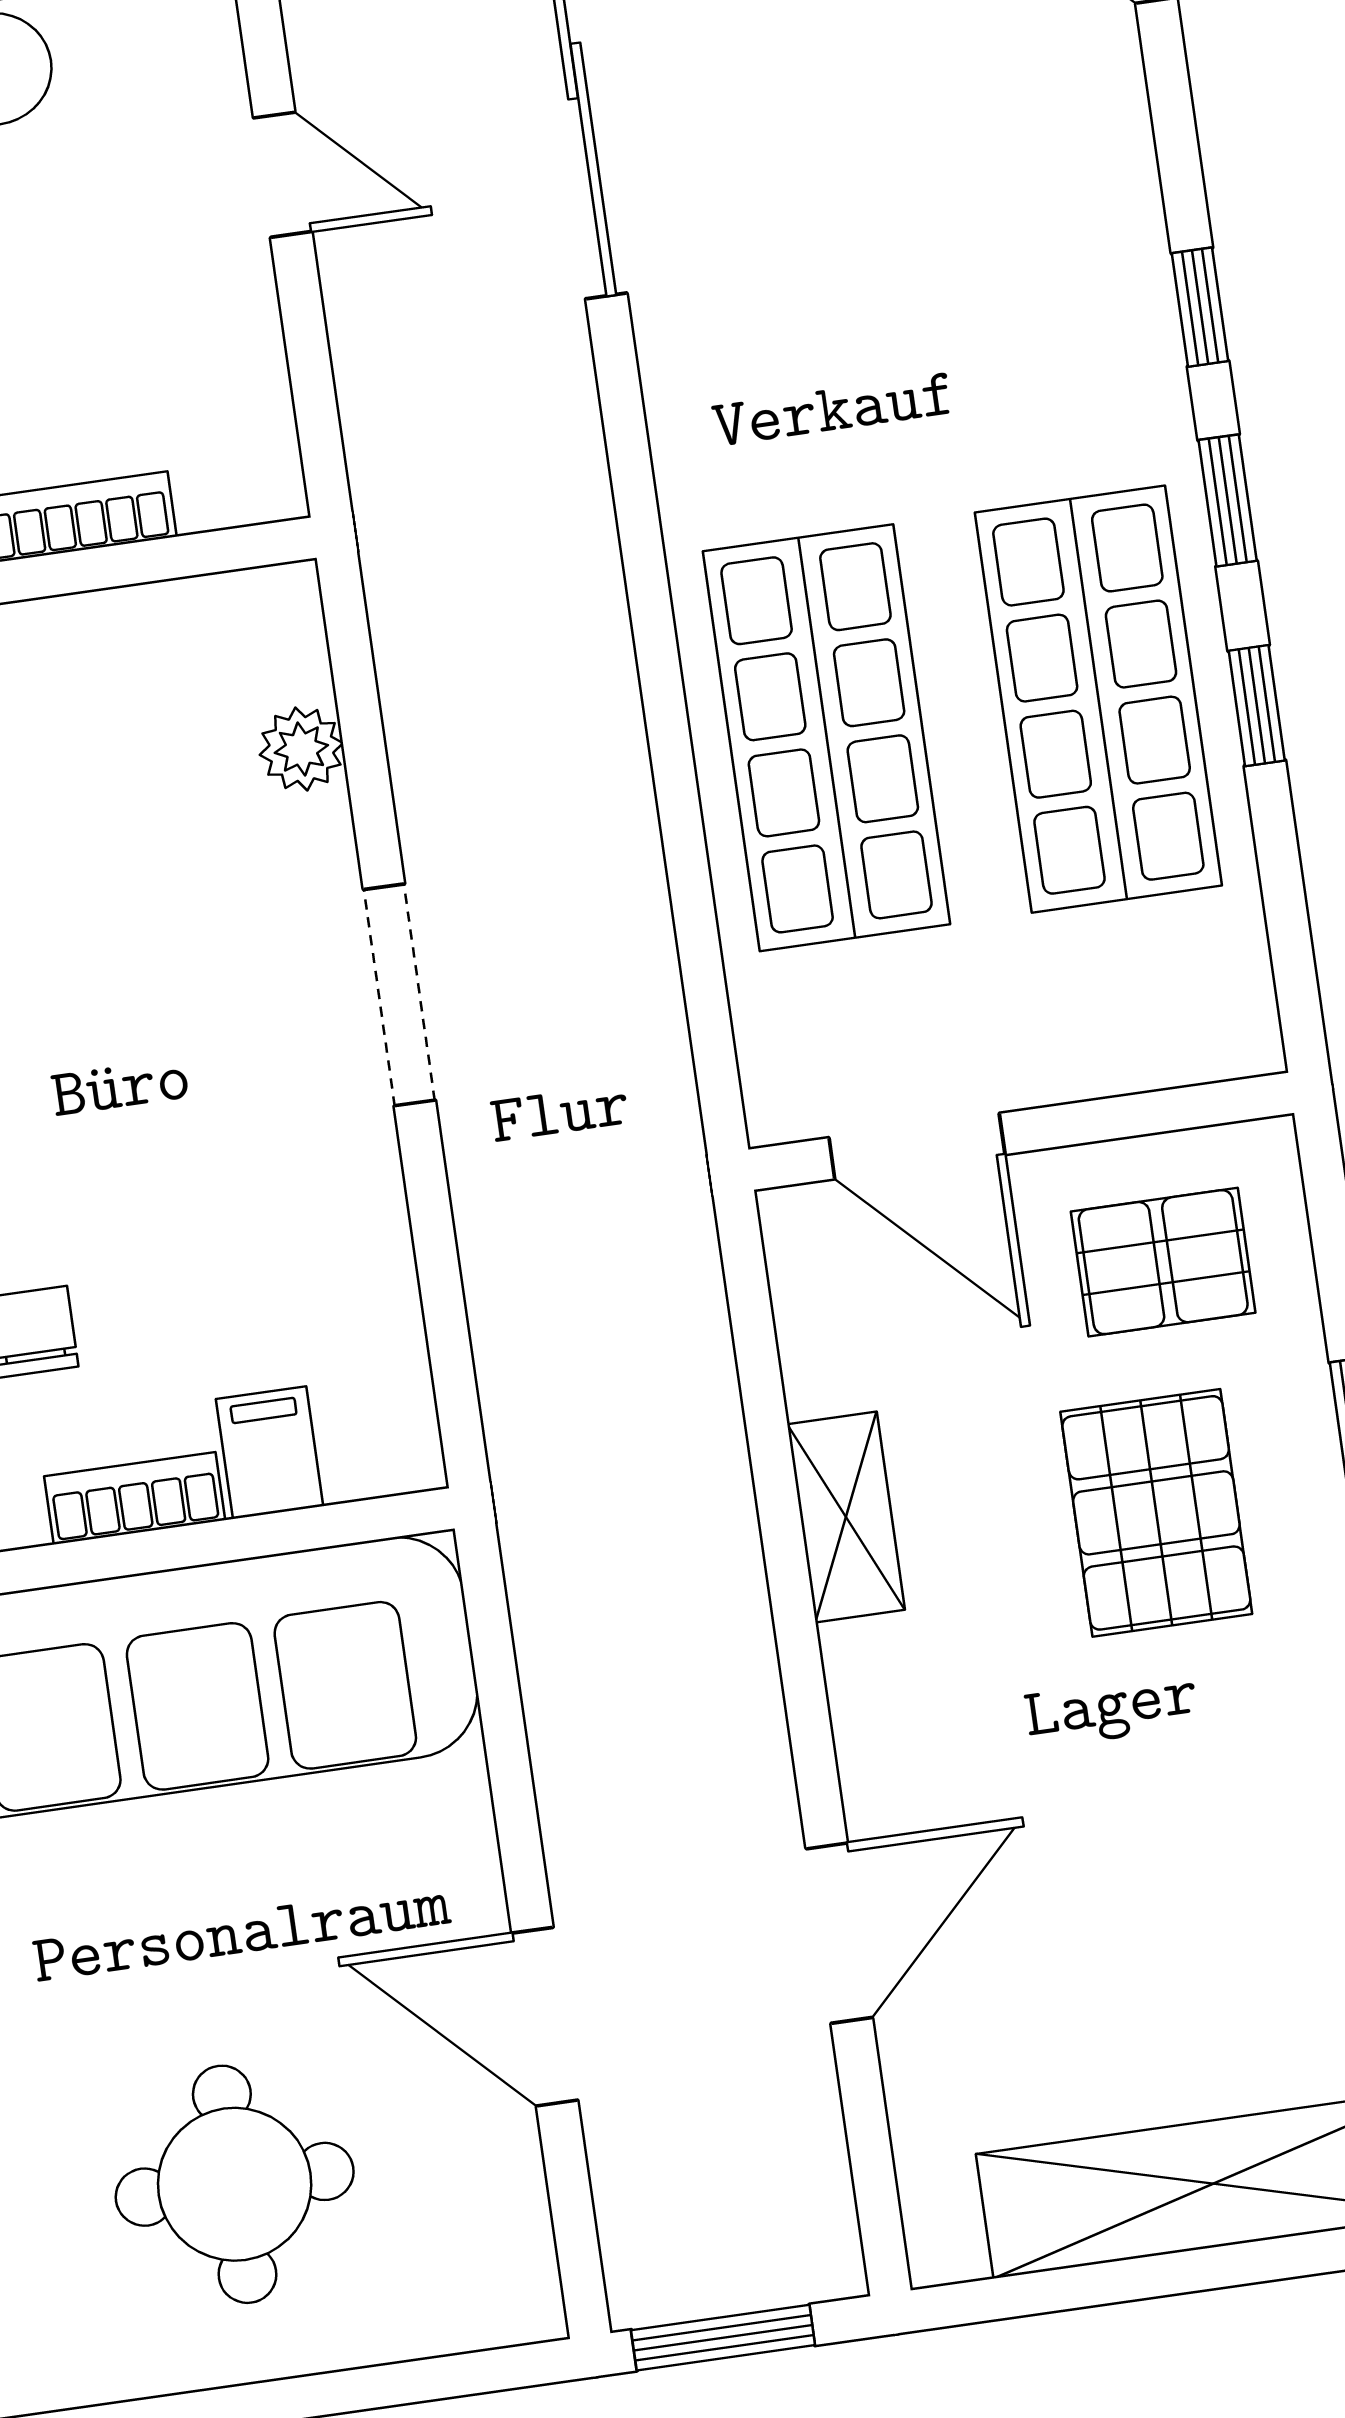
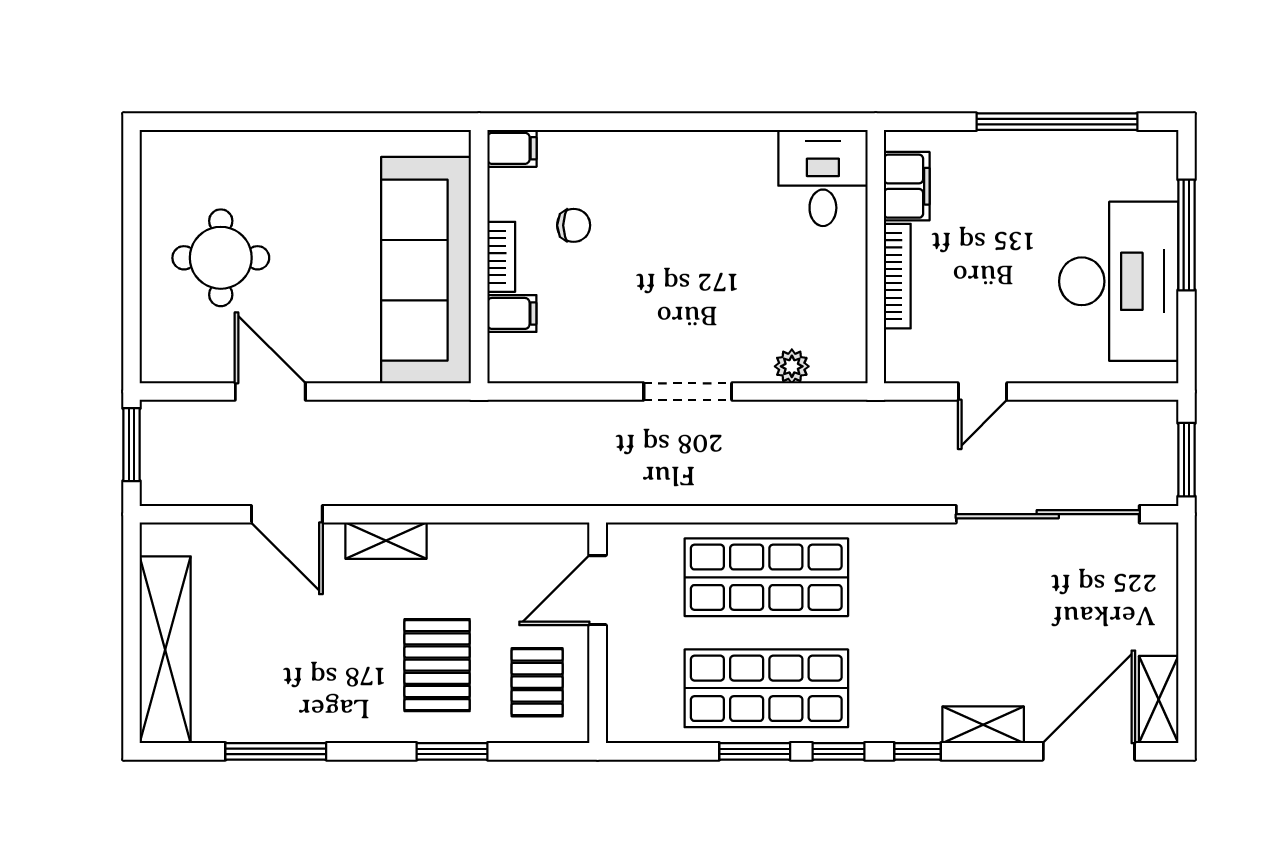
shelving: (1112, 156) -> (983, 725), added
door: (283, 175) -> (982, 392), moved
window: (1257, 706) -> (755, 751), width x1.50
pallet: (1156, 1513) -> (437, 665), turned 90
shelving: (846, 1517) -> (386, 541), moved
door: (545, 2017) -> (270, 392), hinge flipped

